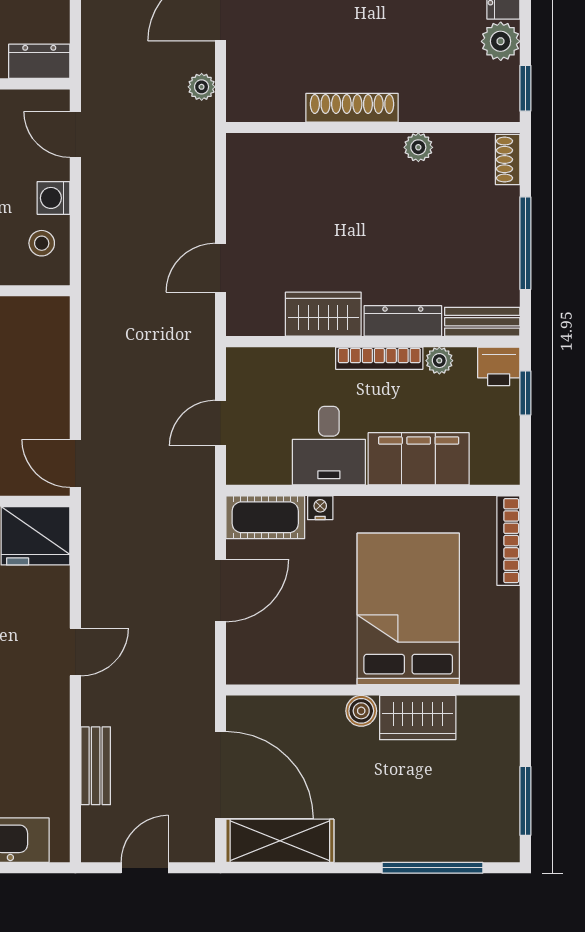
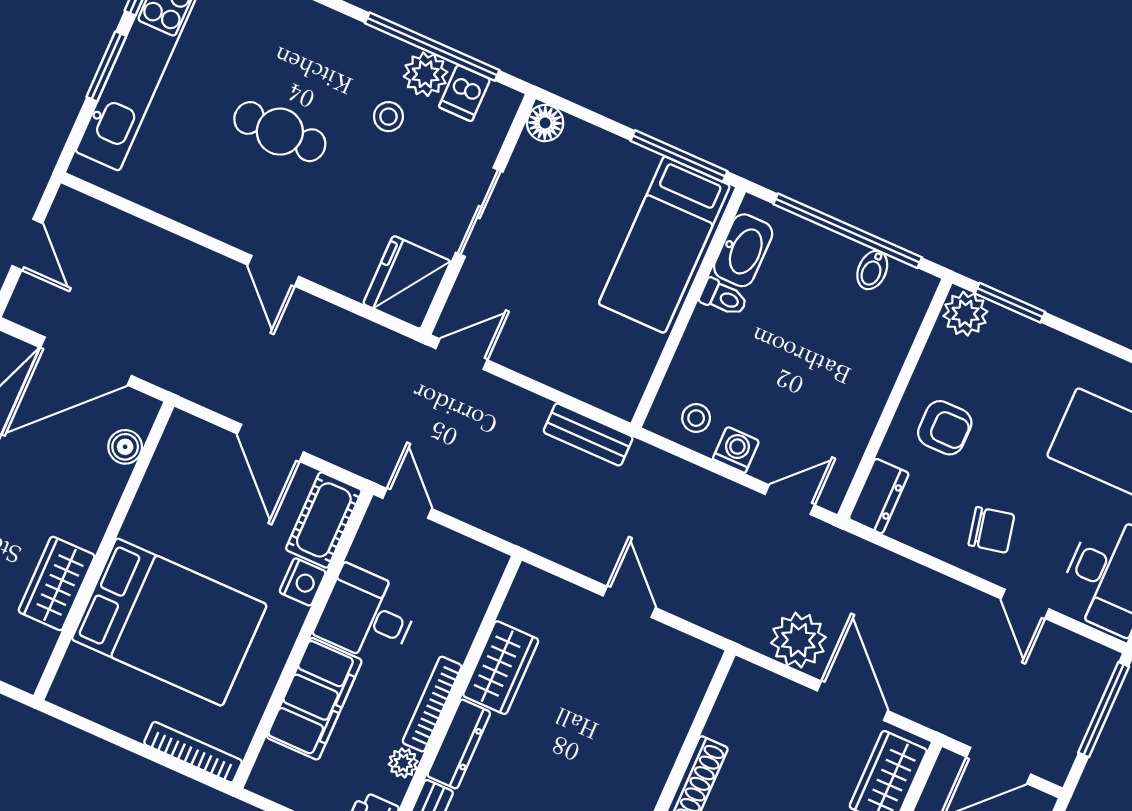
plant: (202, 87) -> (798, 640), width x1.87, depth x1.87
door: (220, 268) -> (629, 602), moved
door: (220, 423) -> (407, 503), moved
nightstand: (320, 508) -> (303, 582), width x1.39, depth x1.35
boiler: (361, 711) -> (125, 447), moved
bench: (96, 766) -> (588, 435), moved

